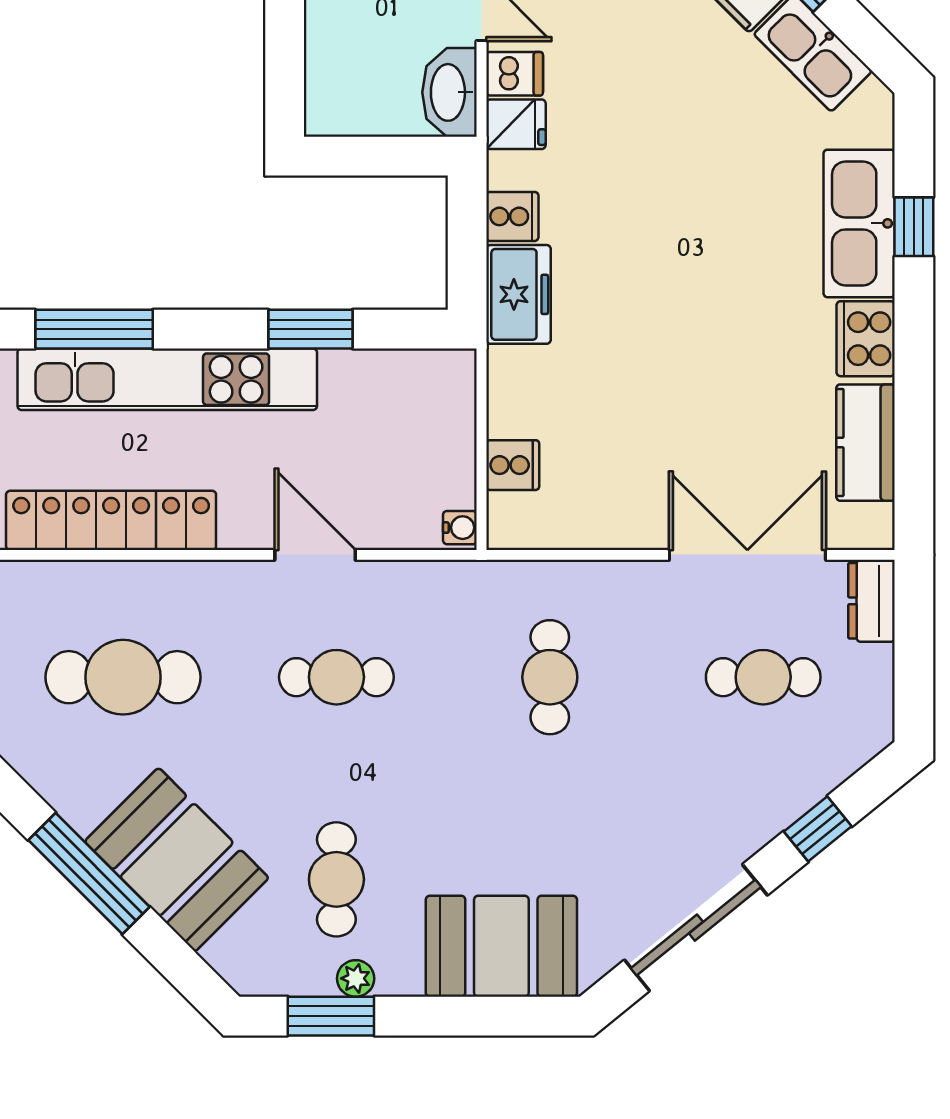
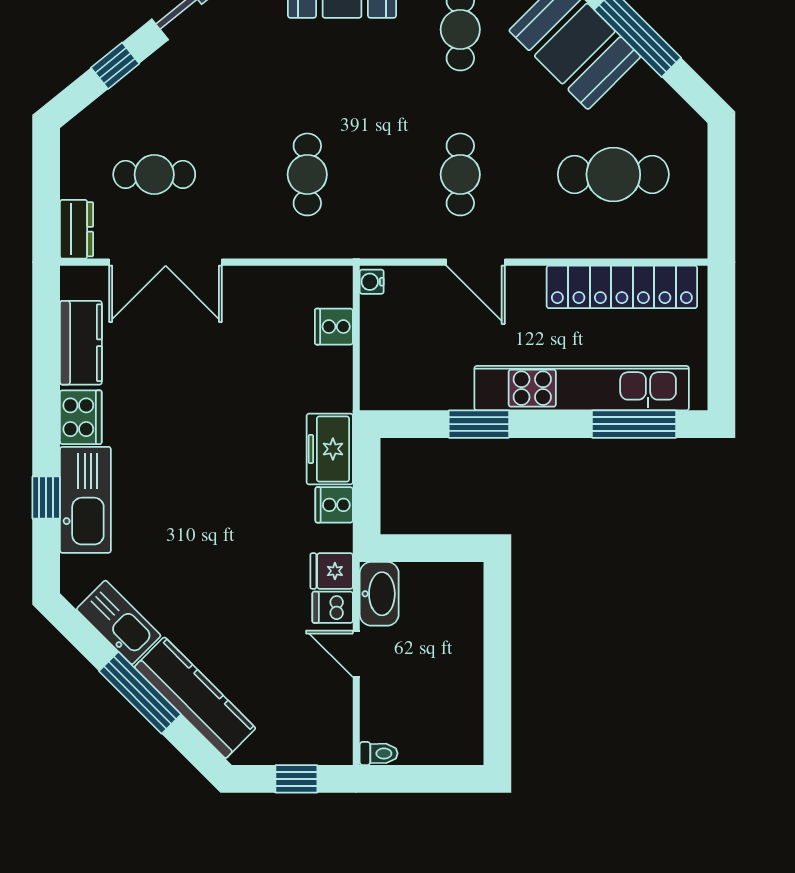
cafe table: (336, 677) -> (460, 174), turned 90

